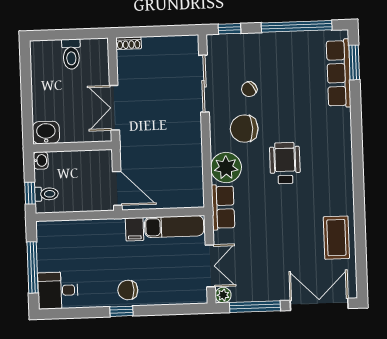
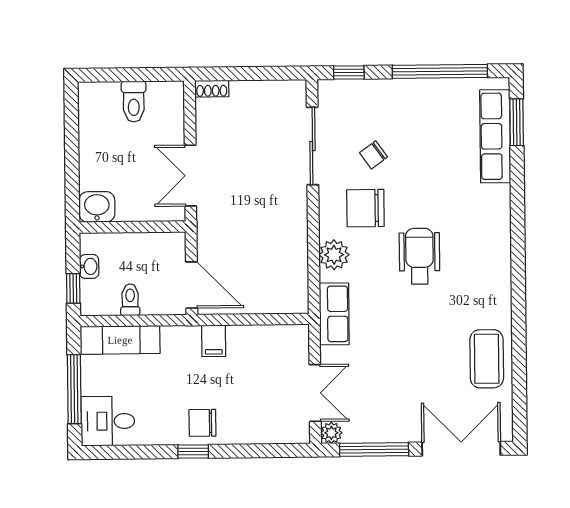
washbasin: (41, 160) -> (89, 266), moved
plant: (226, 168) -> (334, 255), width x0.73, depth x0.73
toilet: (46, 194) -> (130, 300), moved, turned -90
exam couch: (174, 227) -> (120, 340), moved

